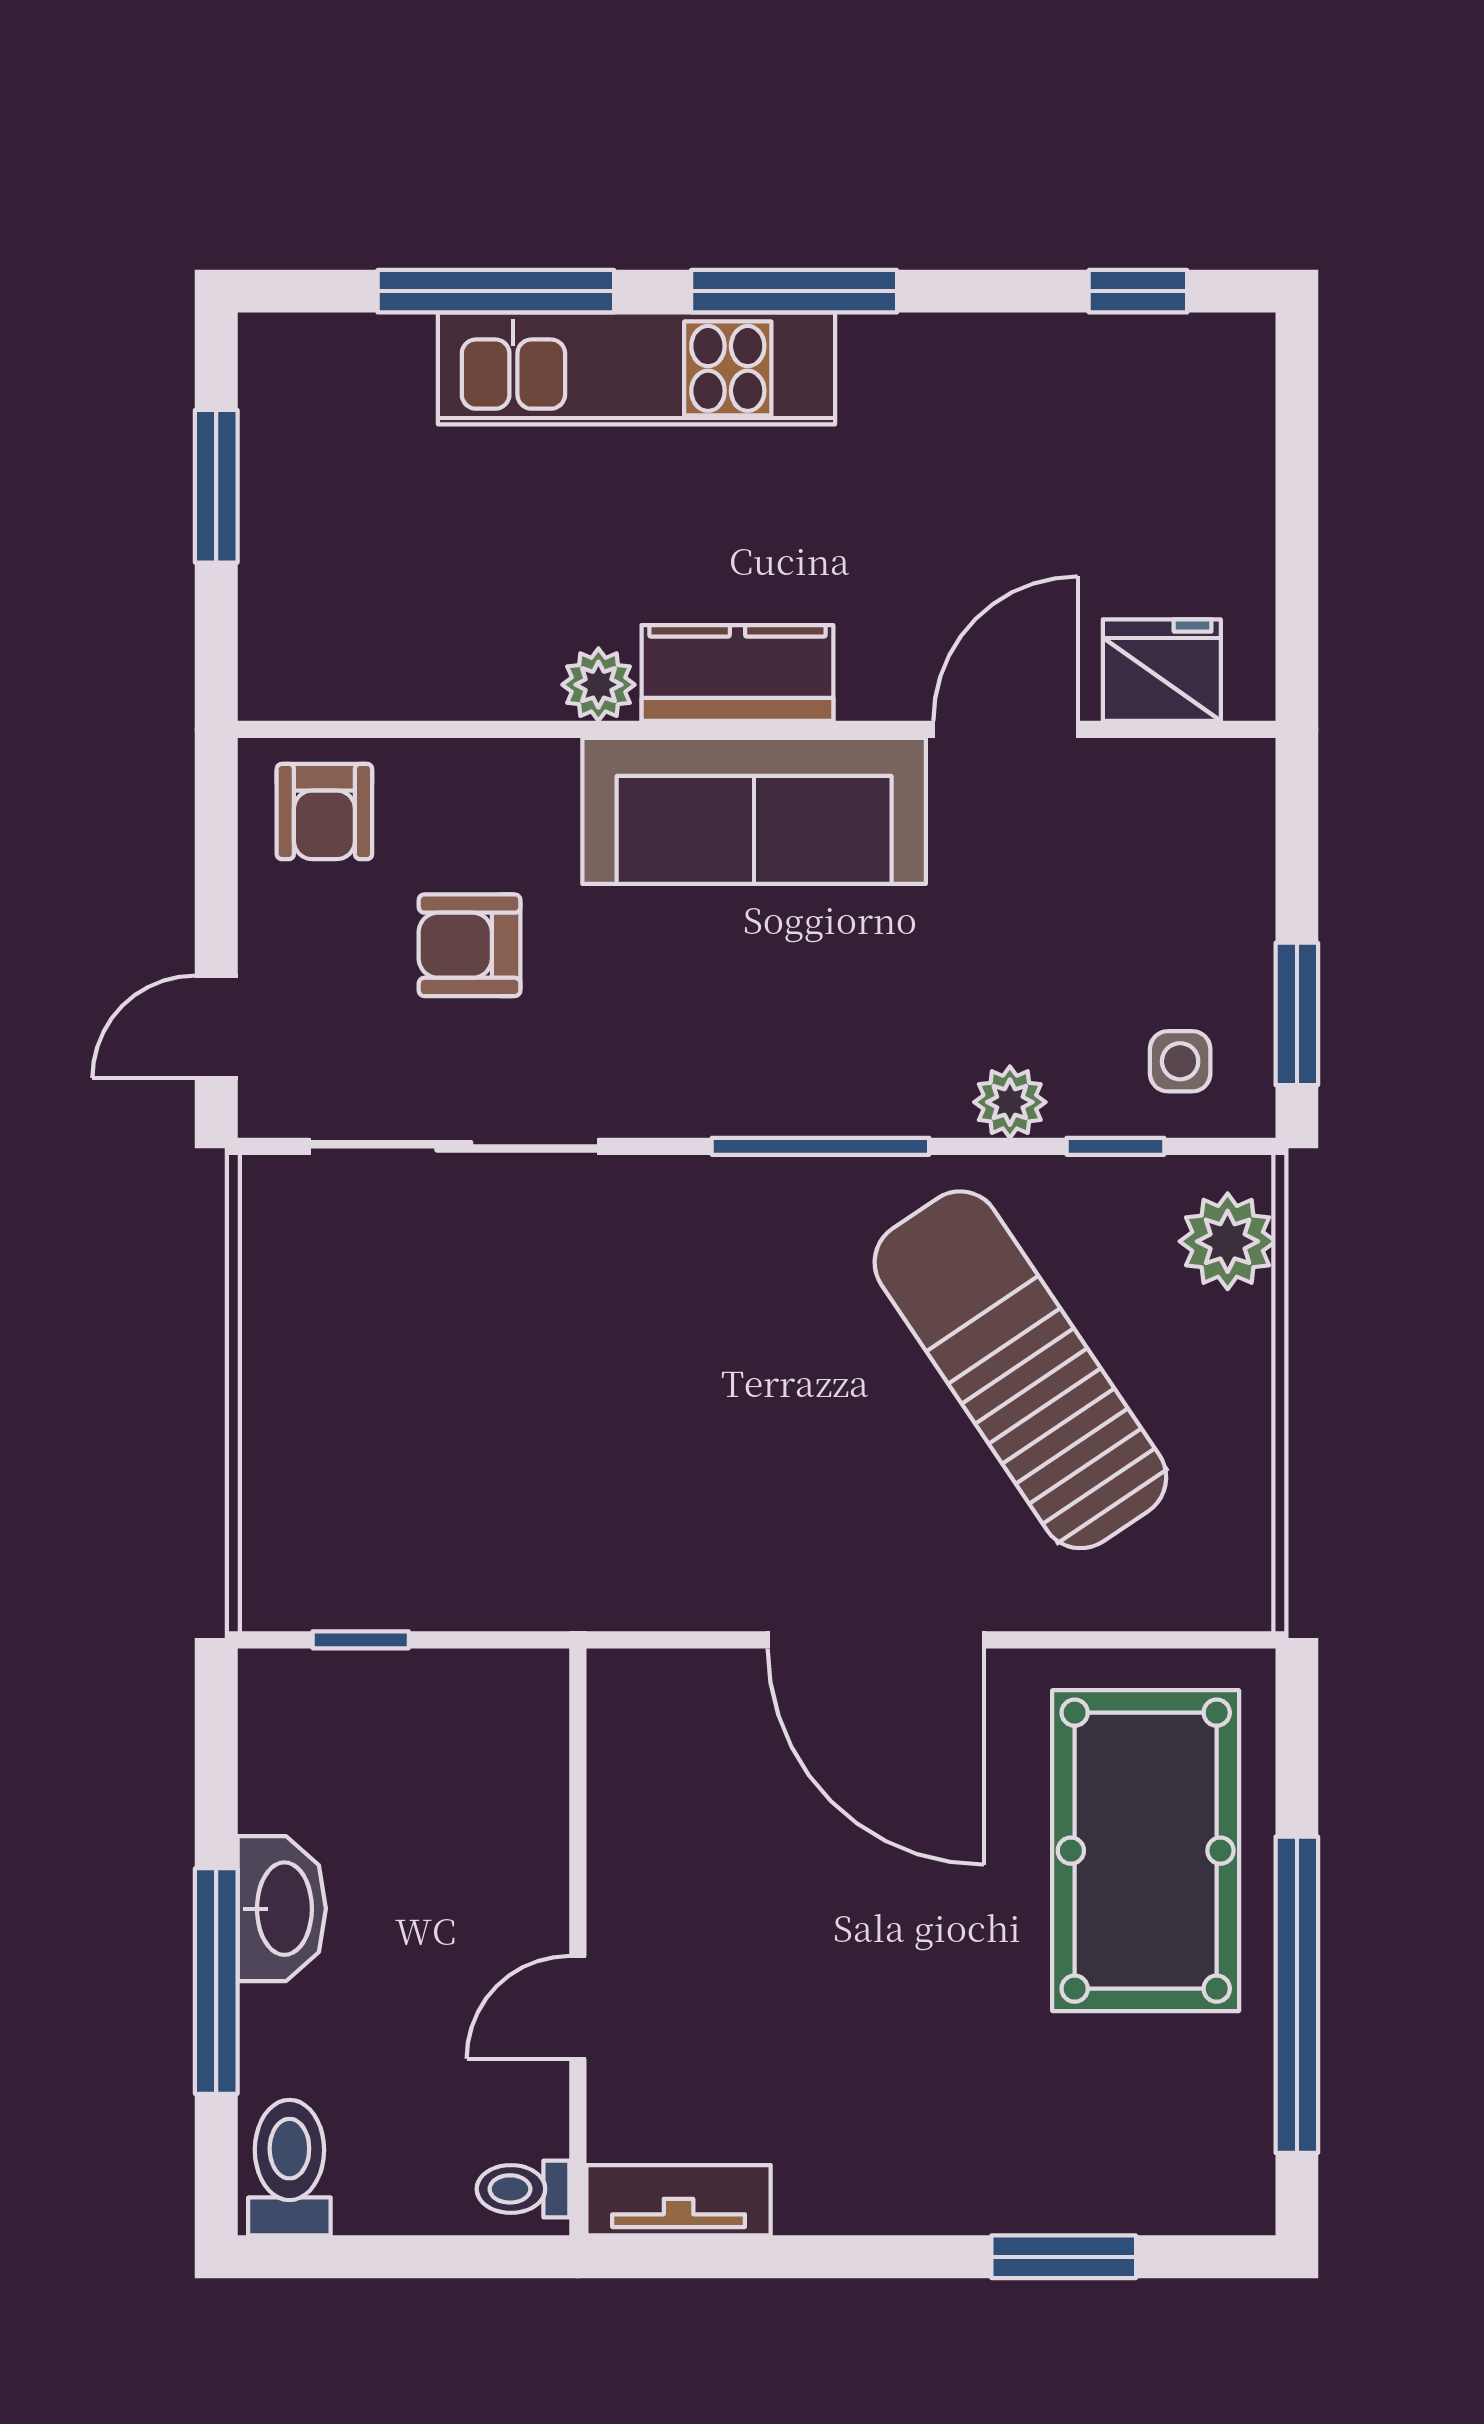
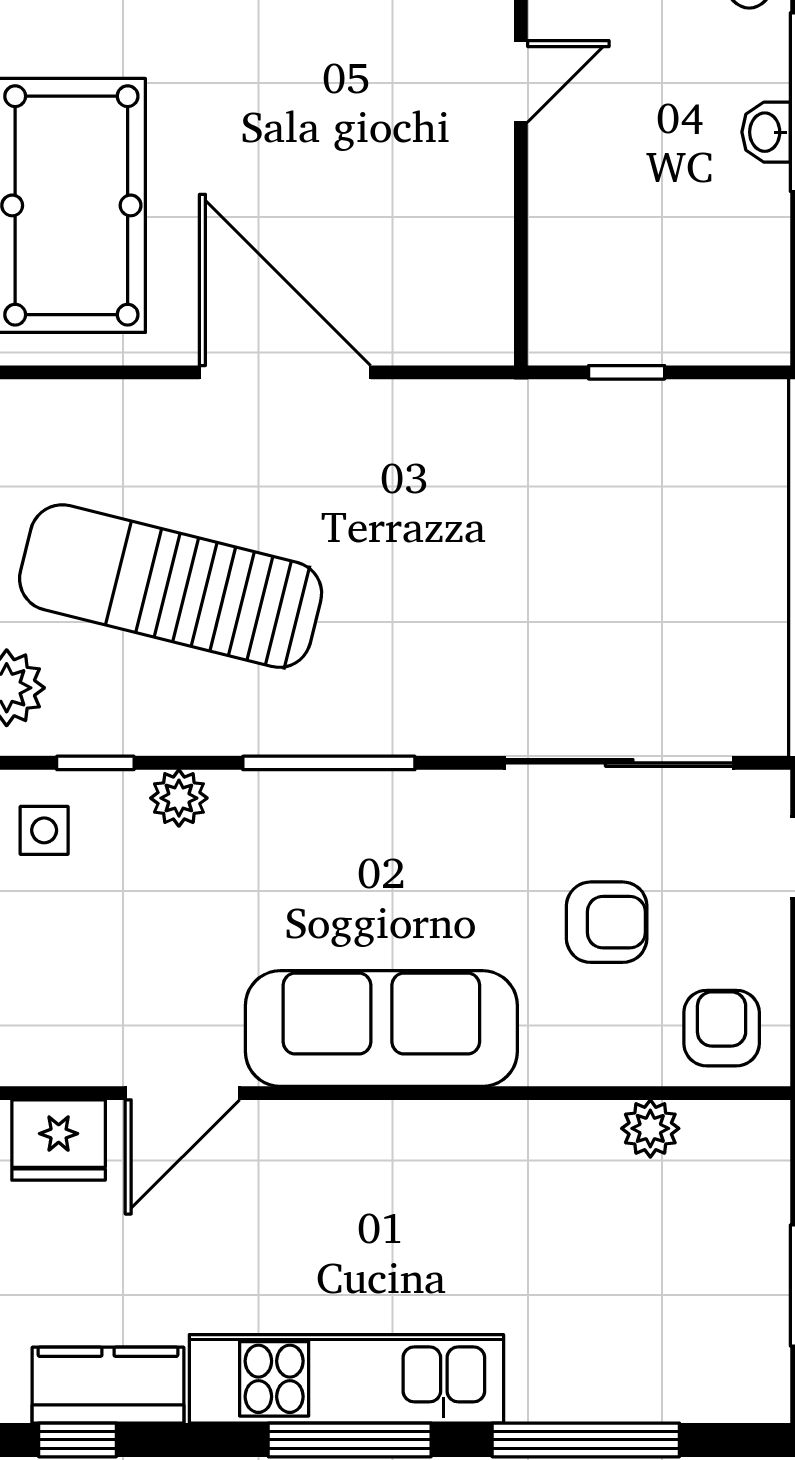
kitchen unit: (636, 368) -> (346, 1379), moved
kitchen counter: (737, 673) -> (108, 1385), moved, turned 180
plant: (598, 685) -> (650, 1128), moved
sun lounger: (1020, 1370) -> (171, 586), turned 138
window: (361, 1640) -> (627, 372), moved
washbasin: (282, 1909) -> (766, 132), width x0.52, depth x0.69

